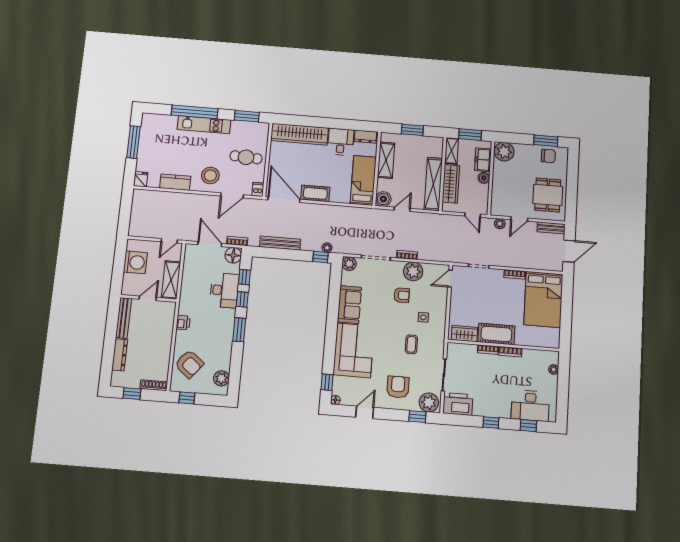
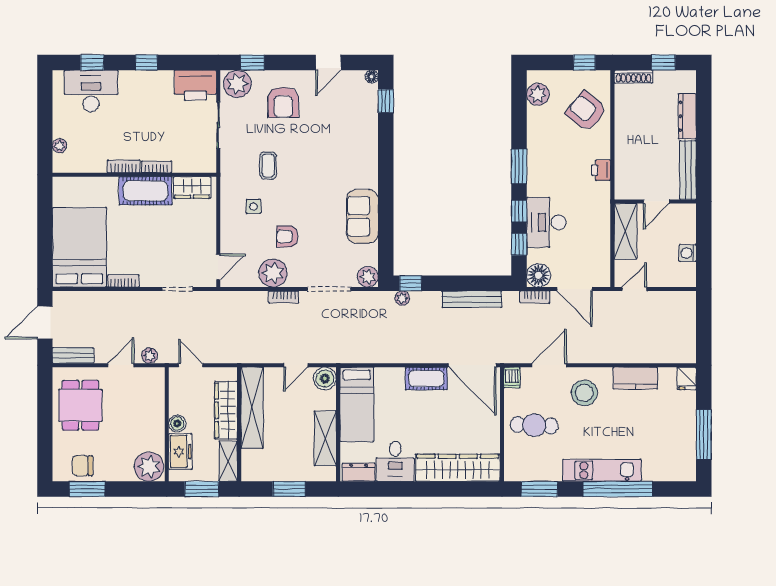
washing machine: (135, 262) -> (688, 253), width x0.53, depth x0.53
corner sofa: (354, 350) -> (351, 150), removed

